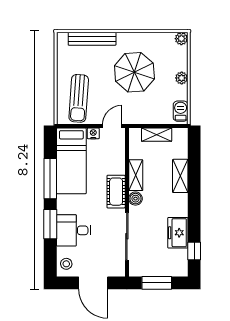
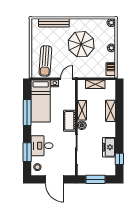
window: (50, 224) -> (27, 152), moved

